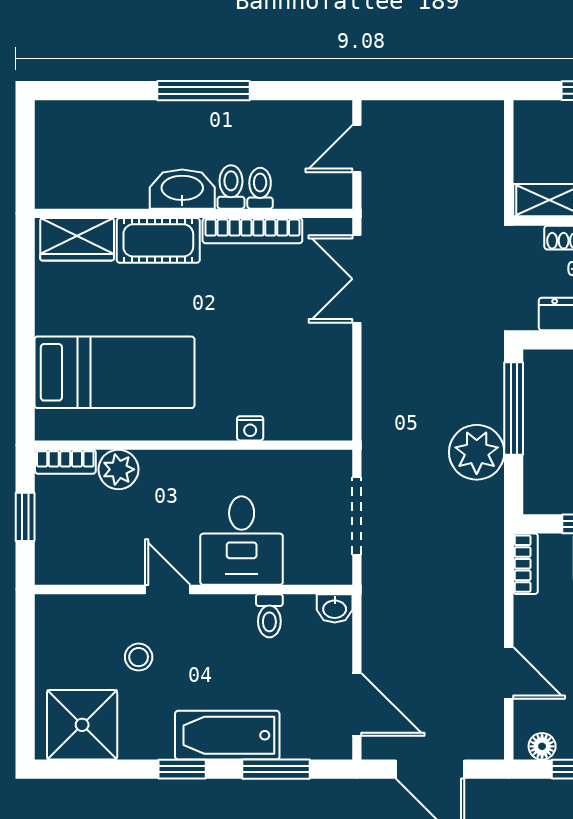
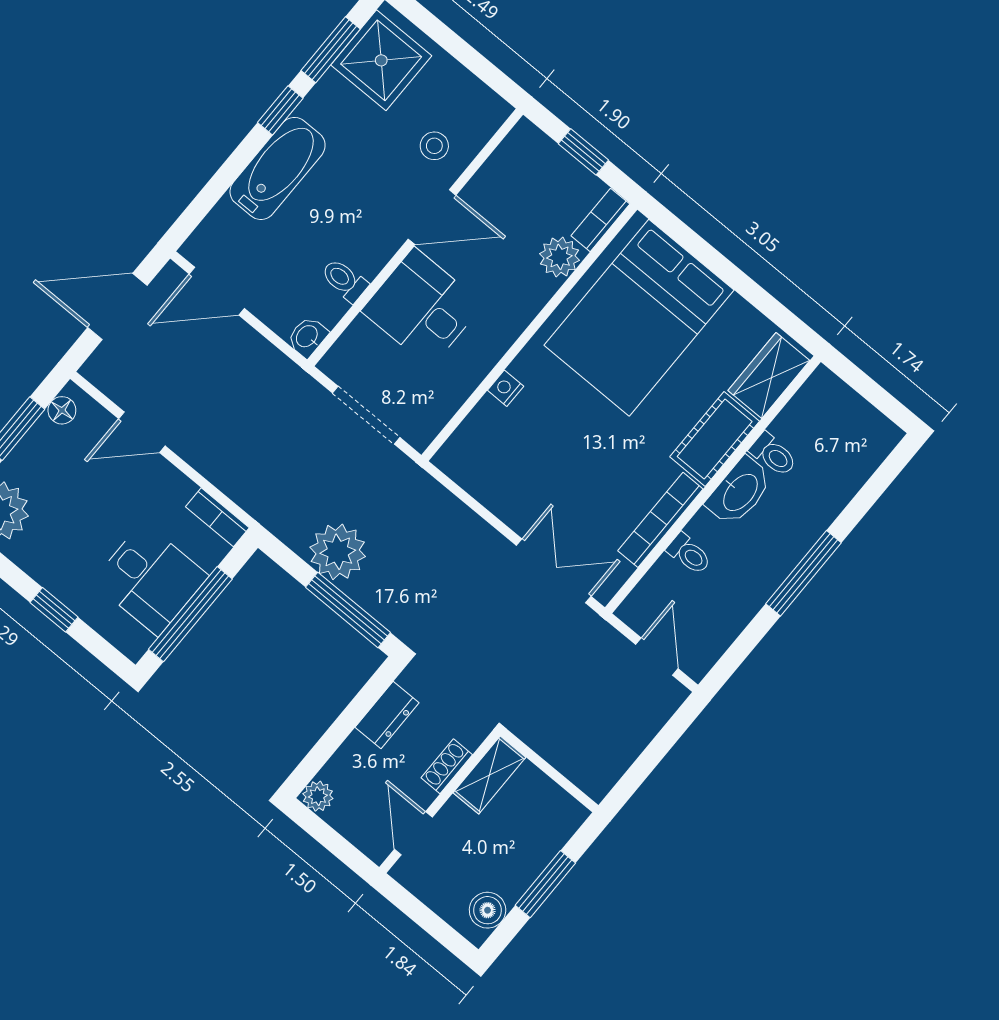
toilet: (231, 187) -> (773, 455), moved
bed: (114, 372) -> (639, 318), width x1.50
door: (168, 590) -> (432, 217), width x1.38
stool: (139, 657) -> (434, 146), moved
window: (276, 769) -> (331, 50), moved

